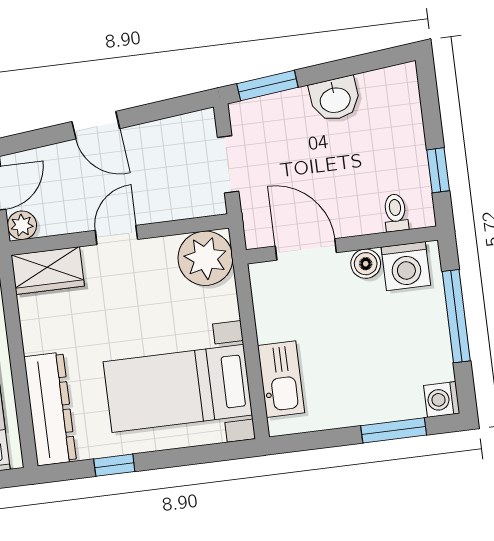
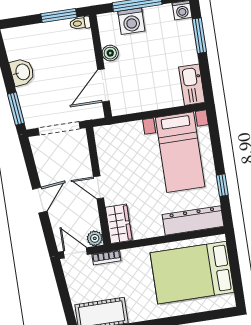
doorway: (228, 164) -> (59, 128), width x1.38
window: (438, 170) -> (59, 16), width x1.50
toilet: (396, 213) -> (80, 23), moved
plant: (205, 258) -> (110, 139), removed
washing machine: (406, 266) -> (131, 21), moved, turned 90
kitchen sink: (281, 379) -> (192, 85), moved, turned -90

